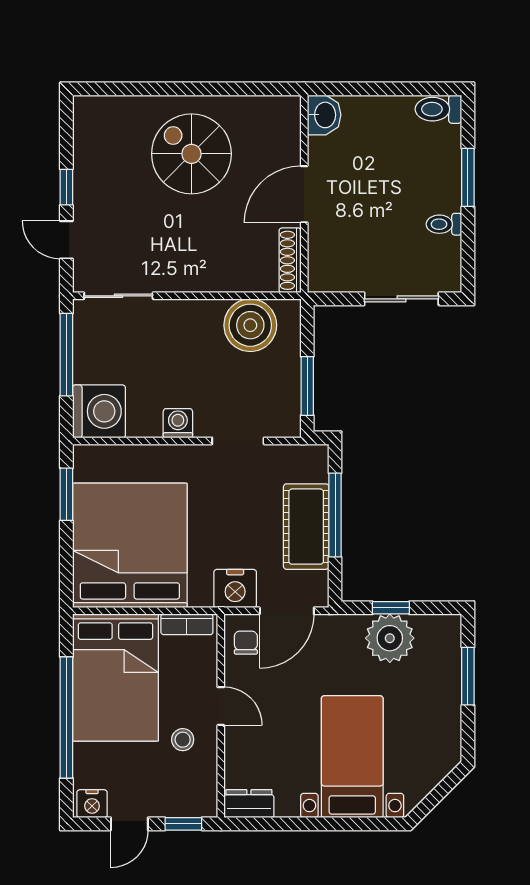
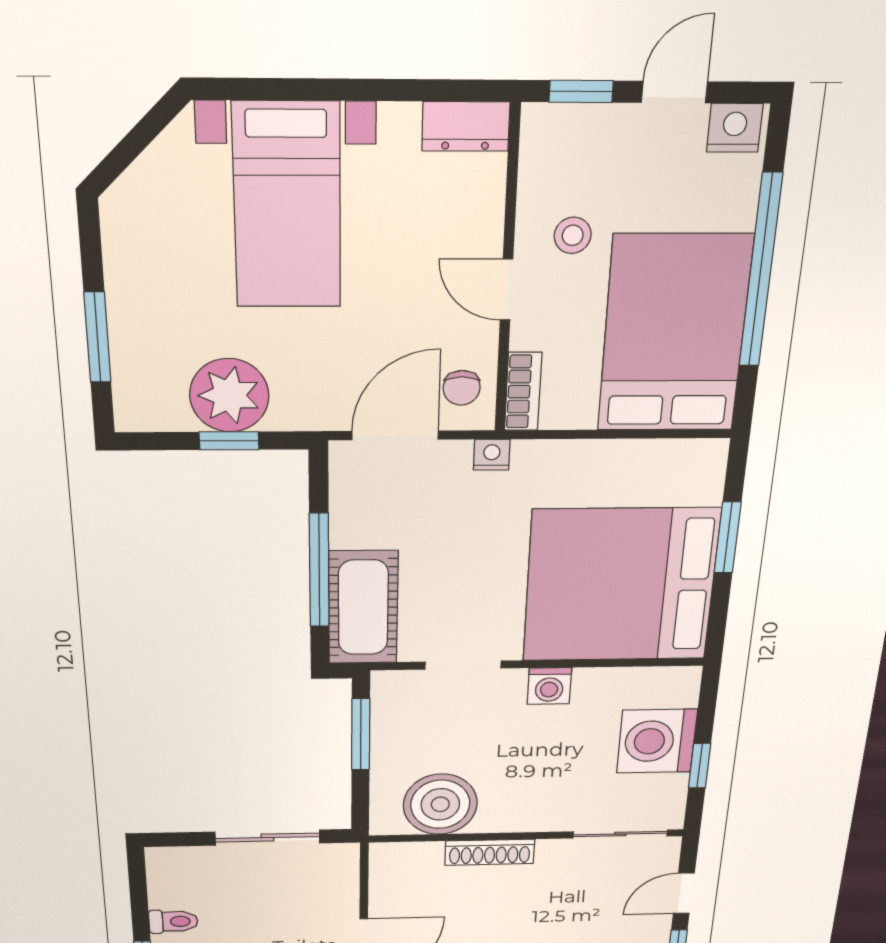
door: (66, 240) -> (684, 893), swing flipped
shoe rack: (290, 260) -> (490, 852), moved, turned 90
sliding door: (401, 299) -> (267, 838), moved
window: (66, 355) -> (700, 766), width x0.46
washing machine: (99, 411) -> (657, 741), moved
window: (66, 494) -> (728, 538), moved
cot: (306, 527) -> (363, 608), moved
bed: (130, 545) -> (620, 585), moved, turned 90
nightstand: (235, 589) -> (492, 455), width x0.53, depth x0.56
bookcase: (187, 624) -> (523, 392), moved, turned 90

